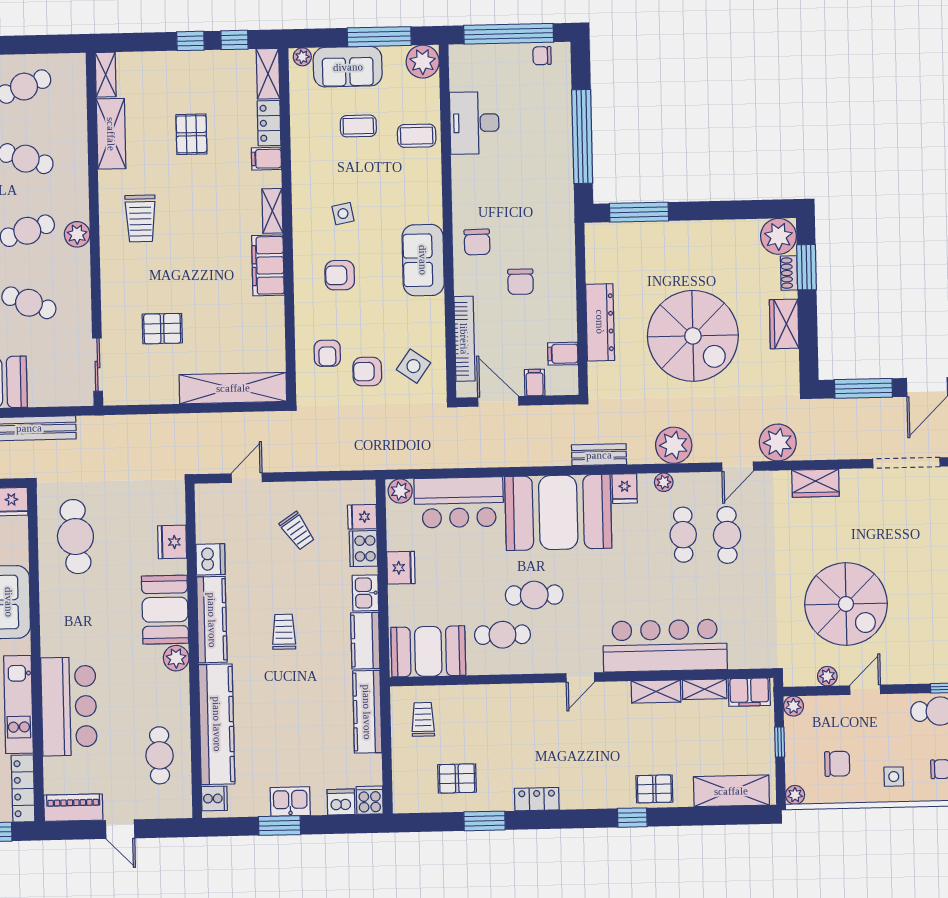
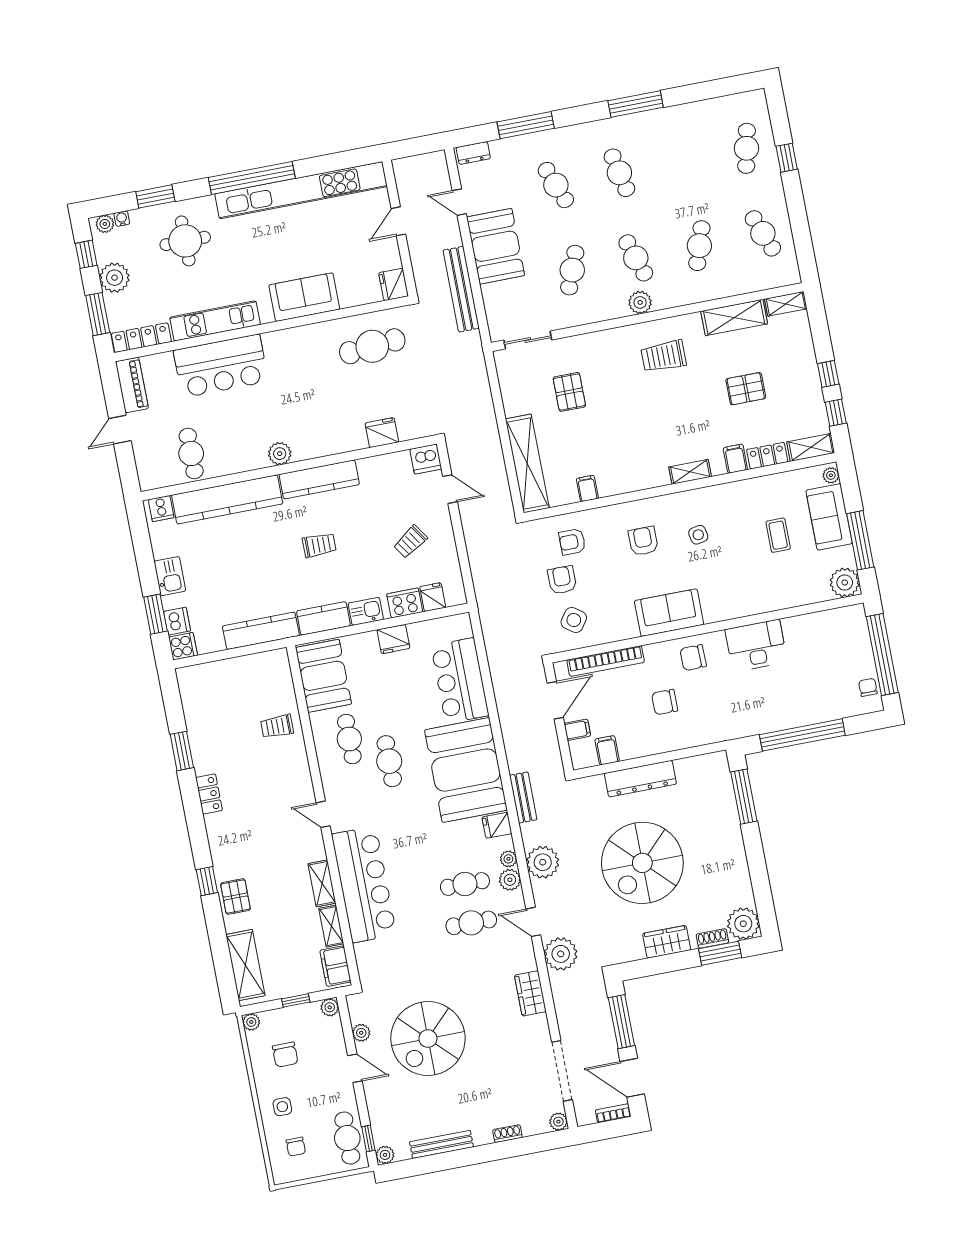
desk: (474, 123) -> (756, 646), moved
coffee table: (417, 136) -> (778, 588), removed
filing cabinet: (268, 265) -> (587, 489), moved, width x0.33, depth x0.86
plant: (400, 491) -> (510, 880), moved
dishwasher: (211, 559) -> (426, 459), moved
booth: (165, 610) -> (321, 436), removed
trolley: (423, 719) -> (277, 726), moved, turned 180
cafe table: (160, 755) -> (191, 453), turned 90
pallet: (457, 778) -> (215, 720), removed
window: (279, 826) -> (155, 614), moved

